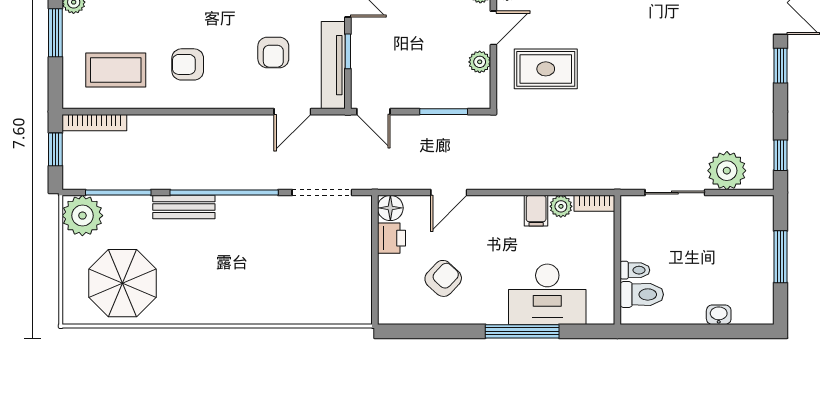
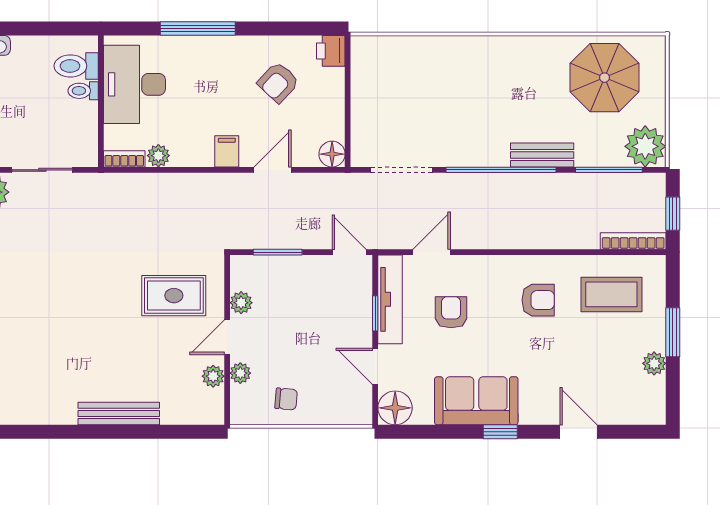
filing cabinet: (536, 211) -> (227, 151), moved
printer: (391, 238) -> (331, 51), moved
desk: (547, 294) -> (134, 84), moved, turned -90

